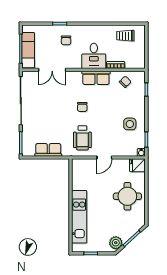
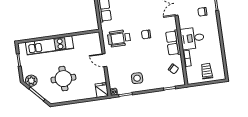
trolley: (125, 36) -> (207, 71), moved
round table: (127, 196) -> (63, 79), moved

